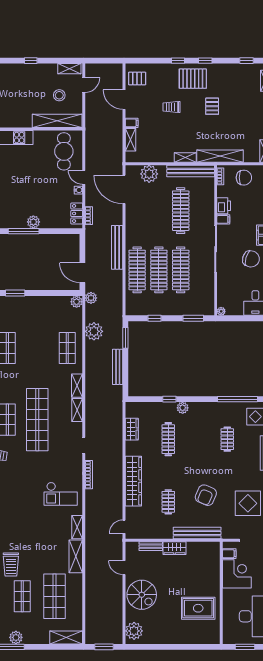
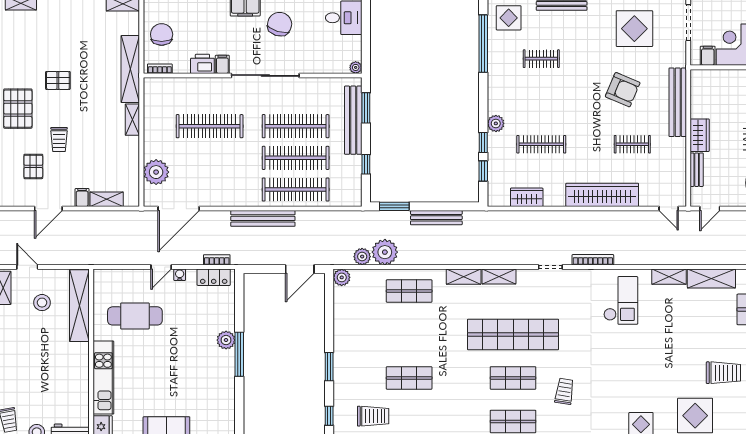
pallet: (137, 78) -> (33, 166), moved
cafe table: (64, 151) -> (135, 316), moved
bench: (191, 171) -> (353, 120), moved
plant: (91, 298) -> (362, 257), moved
window: (150, 399) -> (483, 171), added
door: (124, 568) -> (710, 209), moved

